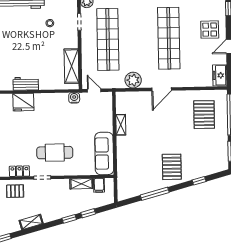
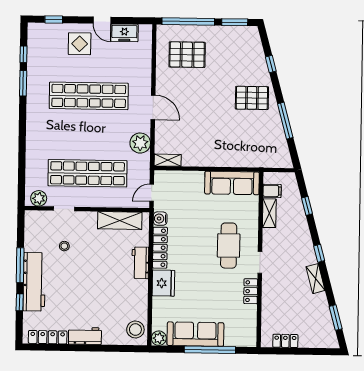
freezer: (220, 75) -> (124, 33), moved
workbench: (26, 84) -> (140, 263), moved
locker: (51, 99) -> (160, 248), added
shelving: (121, 125) -> (168, 160), moved
pallet: (15, 191) -> (276, 298), removed
window: (69, 219) -> (319, 253), moved

